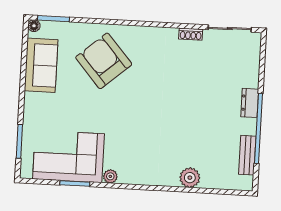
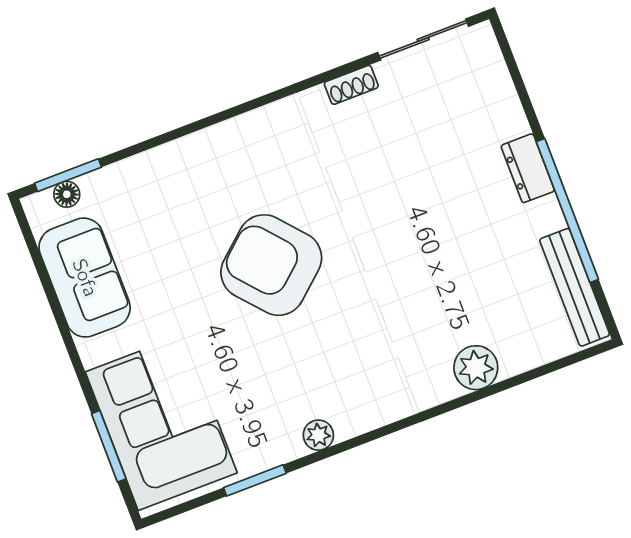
floor lamp: (34, 26) -> (67, 194), moved
armchair: (104, 61) -> (271, 265), moved
bench: (247, 155) -> (575, 287), width x1.36
corner sofa: (68, 156) -> (161, 422), moved, turned 90

